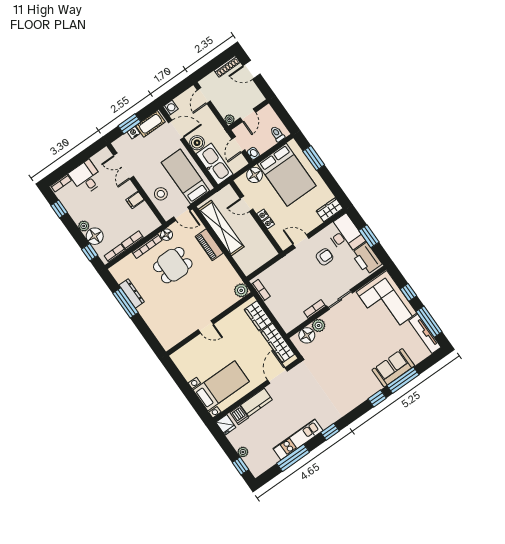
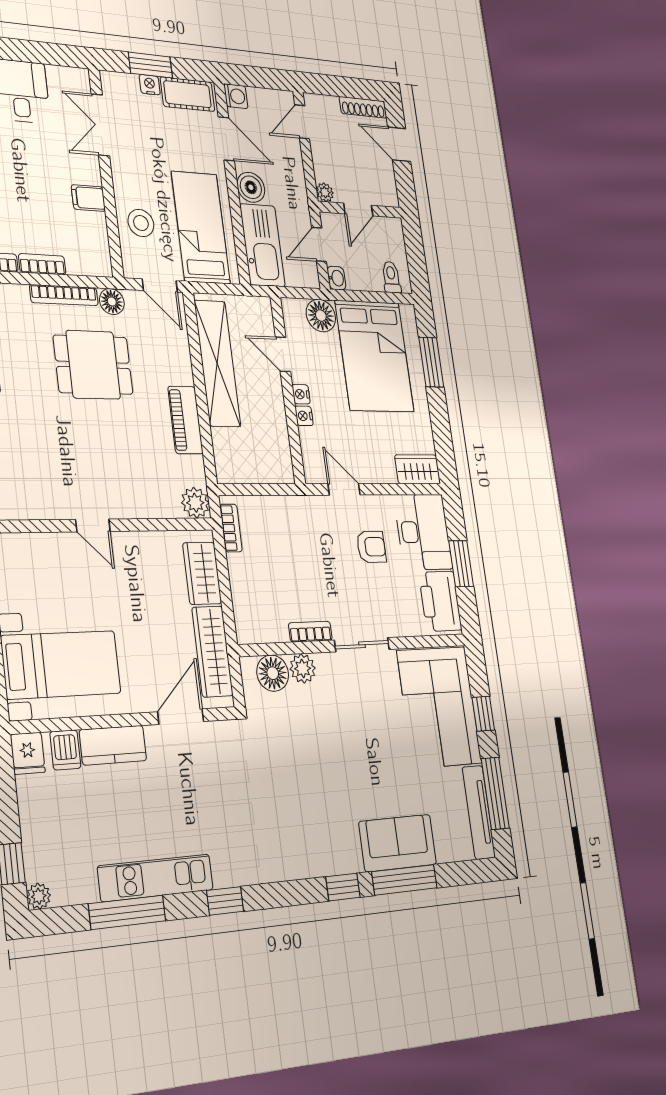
piano: (209, 245) -> (185, 420), moved
plant: (243, 452) -> (39, 896), moved

